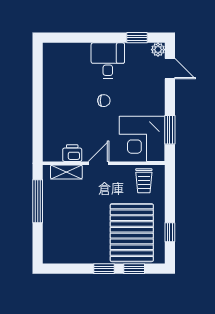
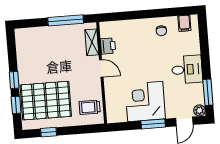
window: (137, 38) -> (208, 92), width x1.50
filing cabinet: (52, 59) -> (184, 23), added
chair: (104, 101) -> (161, 31), moved
window: (170, 130) -> (153, 124), moved
corner desk: (142, 139) -> (145, 101), moved

